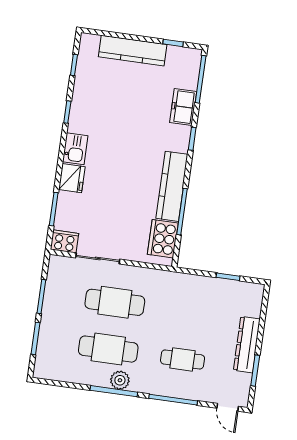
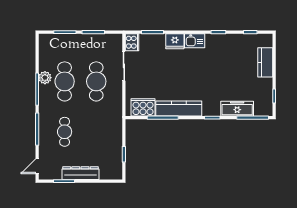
kitchen counter: (133, 51) -> (265, 62), width x0.67
freezer: (183, 107) -> (237, 109), width x1.40
plant: (120, 380) -> (45, 78), moved

